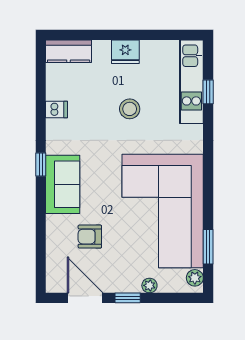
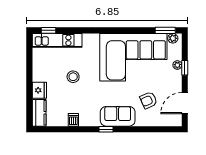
fridge: (125, 52) -> (39, 90), moved
window: (208, 92) -> (49, 30), moved
armchair: (90, 237) -> (148, 100), turned 66
window: (208, 247) -> (165, 30), moved
window: (128, 298) -> (185, 68), moved

